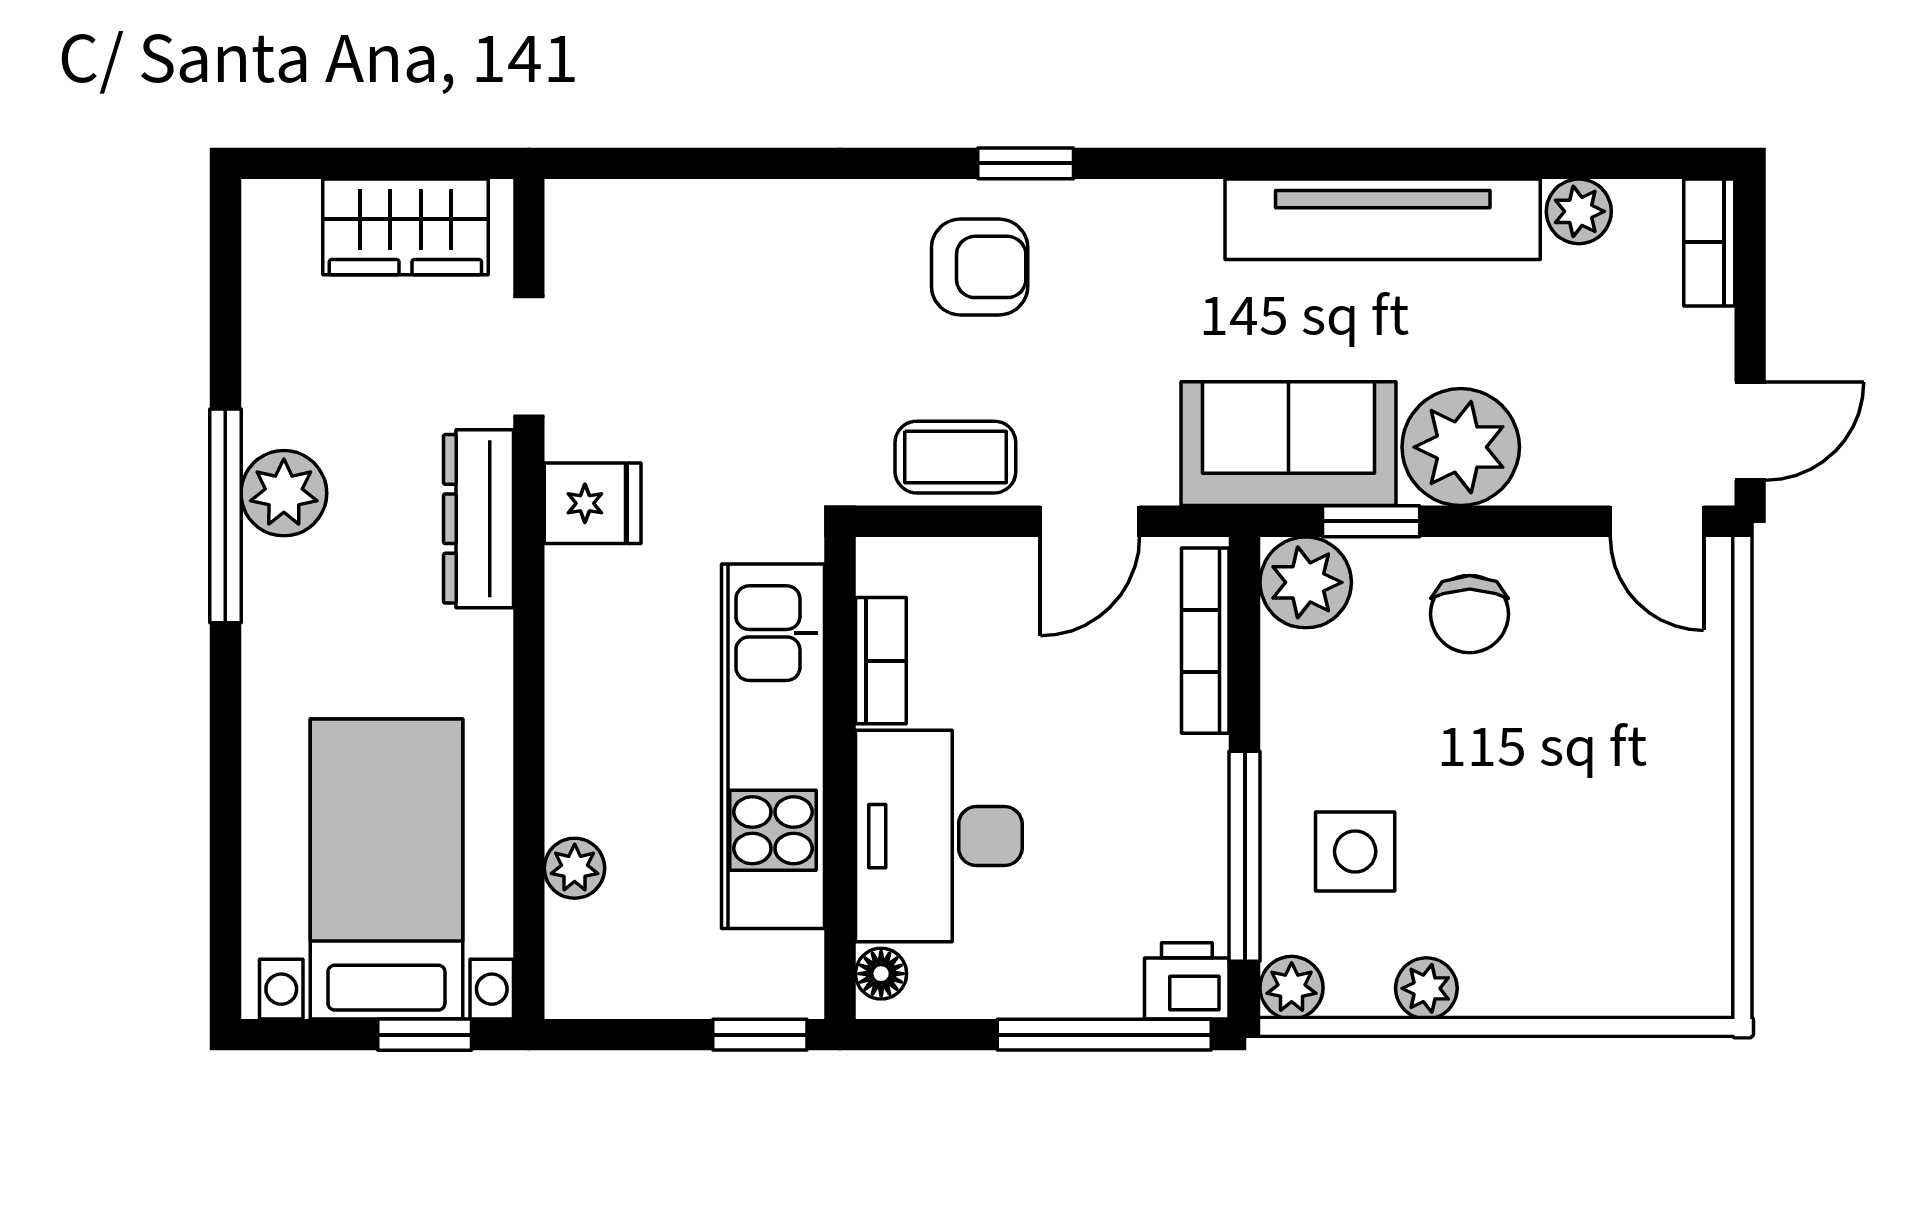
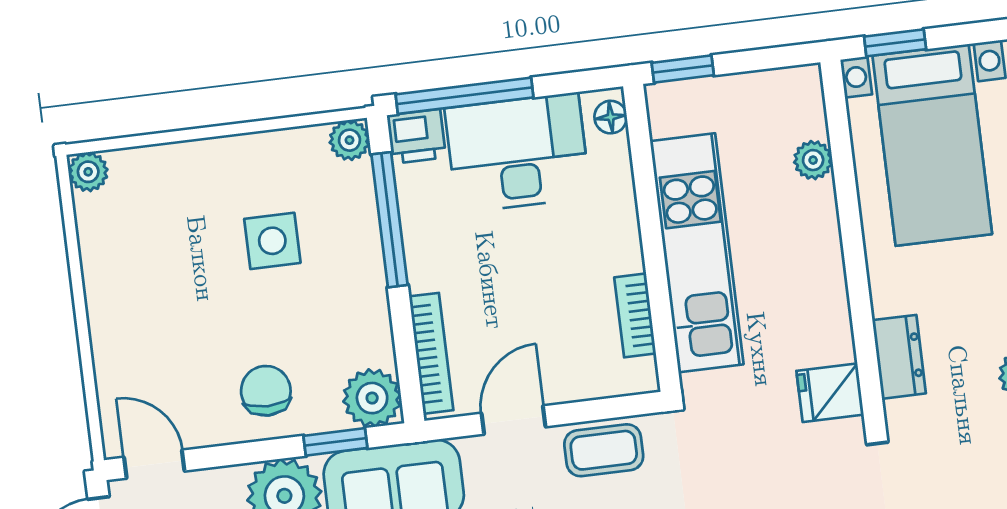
dresser: (478, 519) -> (899, 357), width x0.70
desk: (939, 836) -> (518, 153), moved, turned -90
side table: (1355, 851) -> (272, 241), moved
plant: (1426, 988) -> (88, 172), moved

